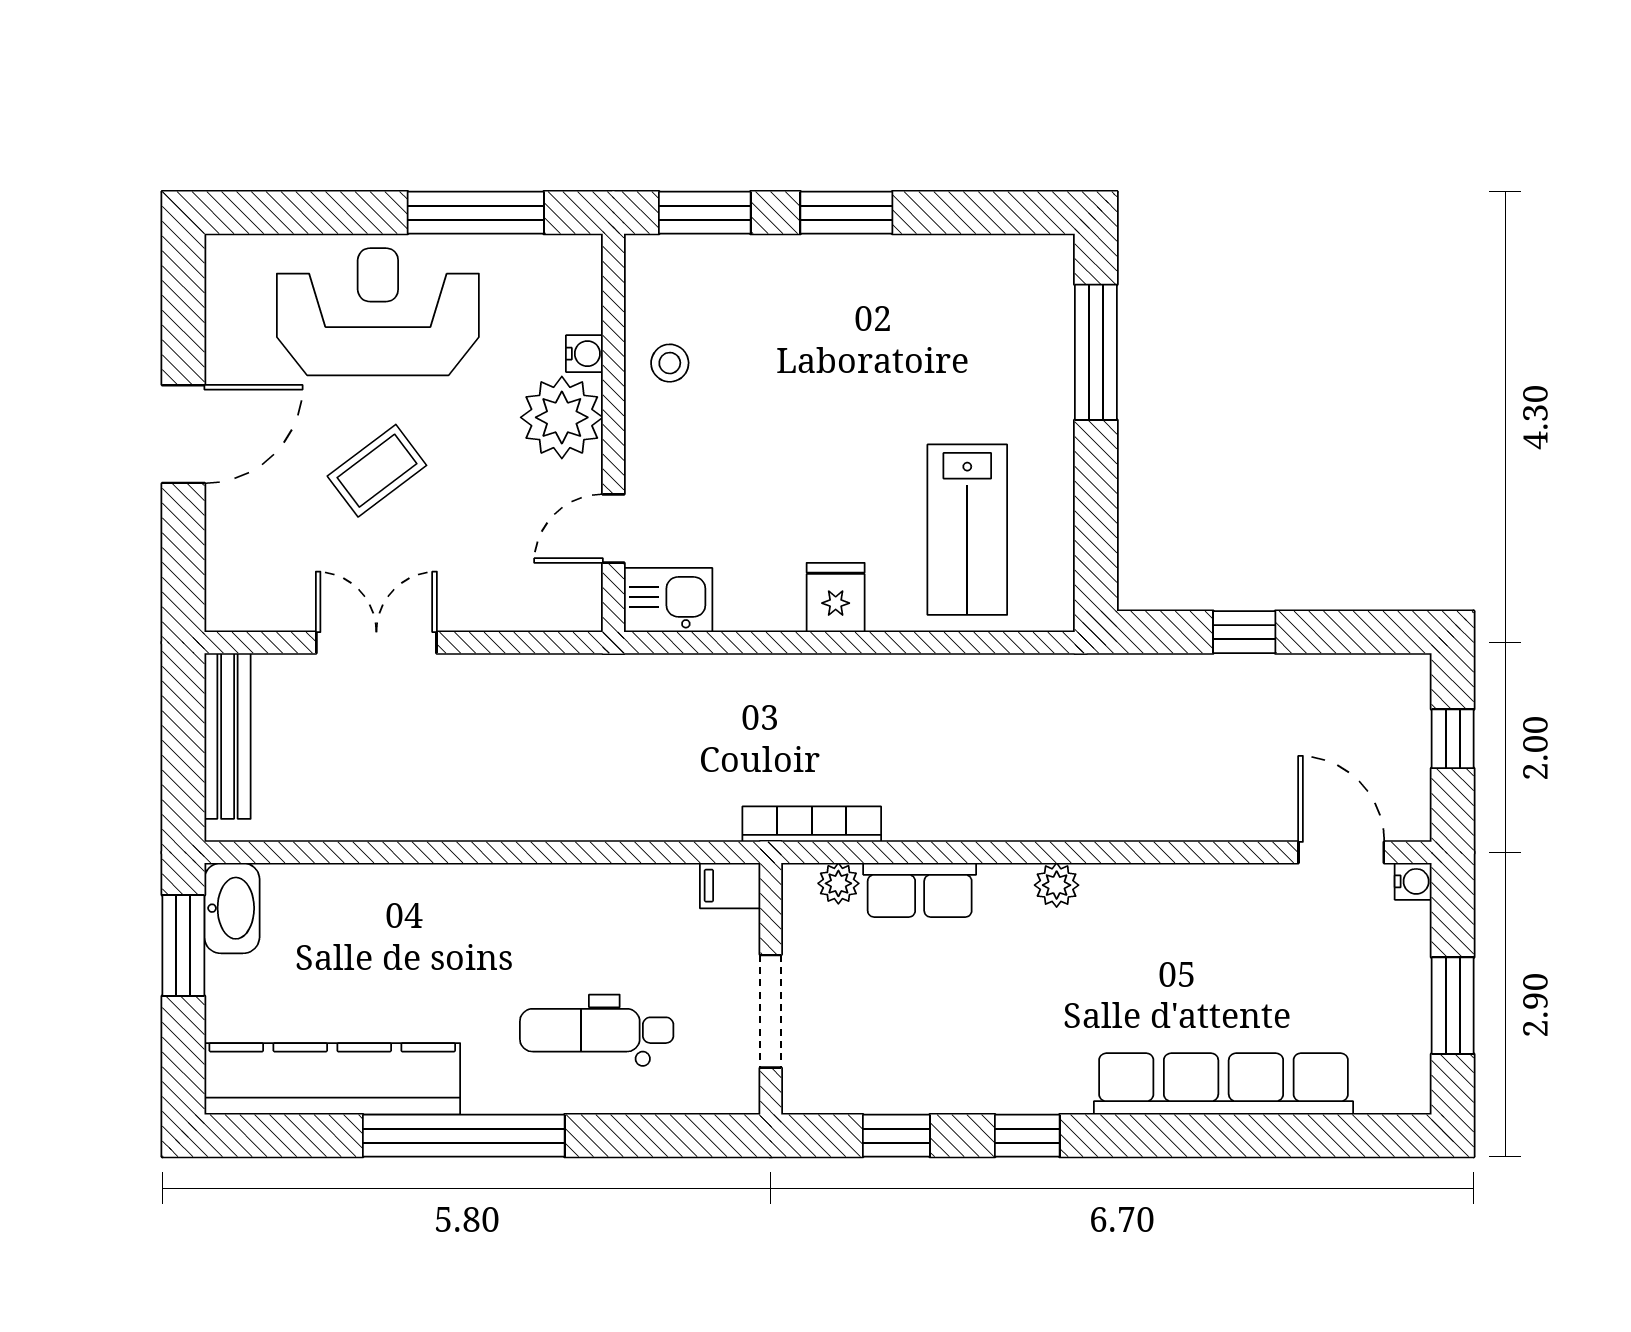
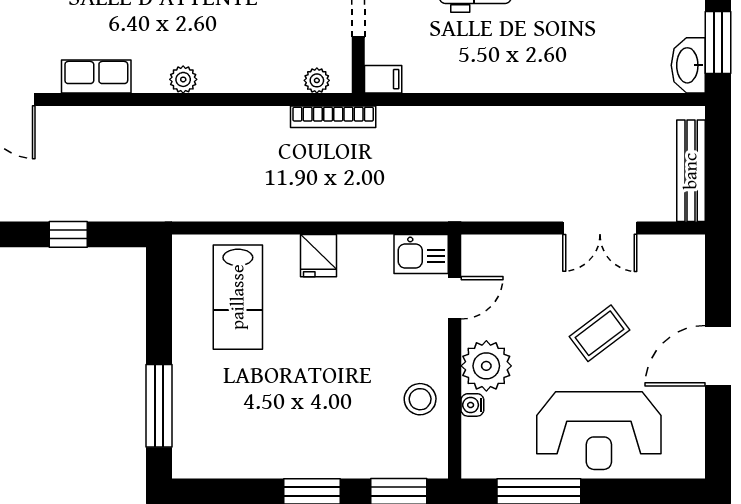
stool: (670, 363) -> (420, 399), width x1.37, depth x1.37
lab bench: (967, 530) -> (238, 297), turned 180
row of seats: (920, 890) -> (96, 76), moved

